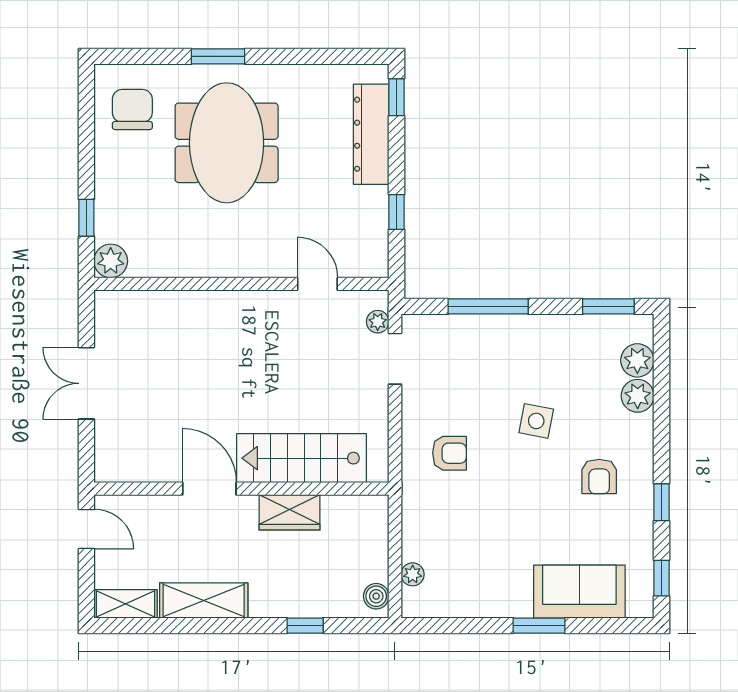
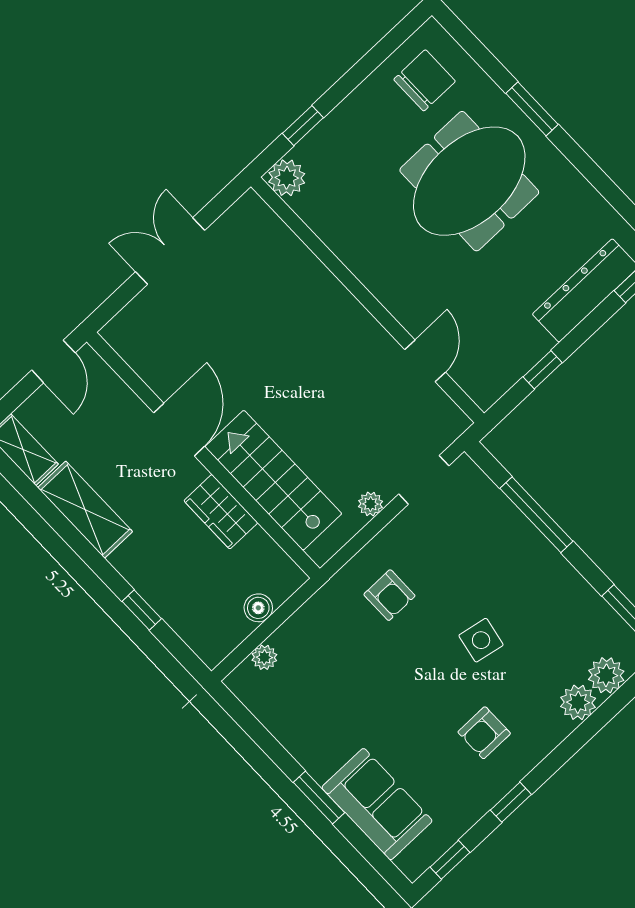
plant: (378, 322) -> (371, 504), moved
boiler: (376, 596) -> (258, 608), moved

